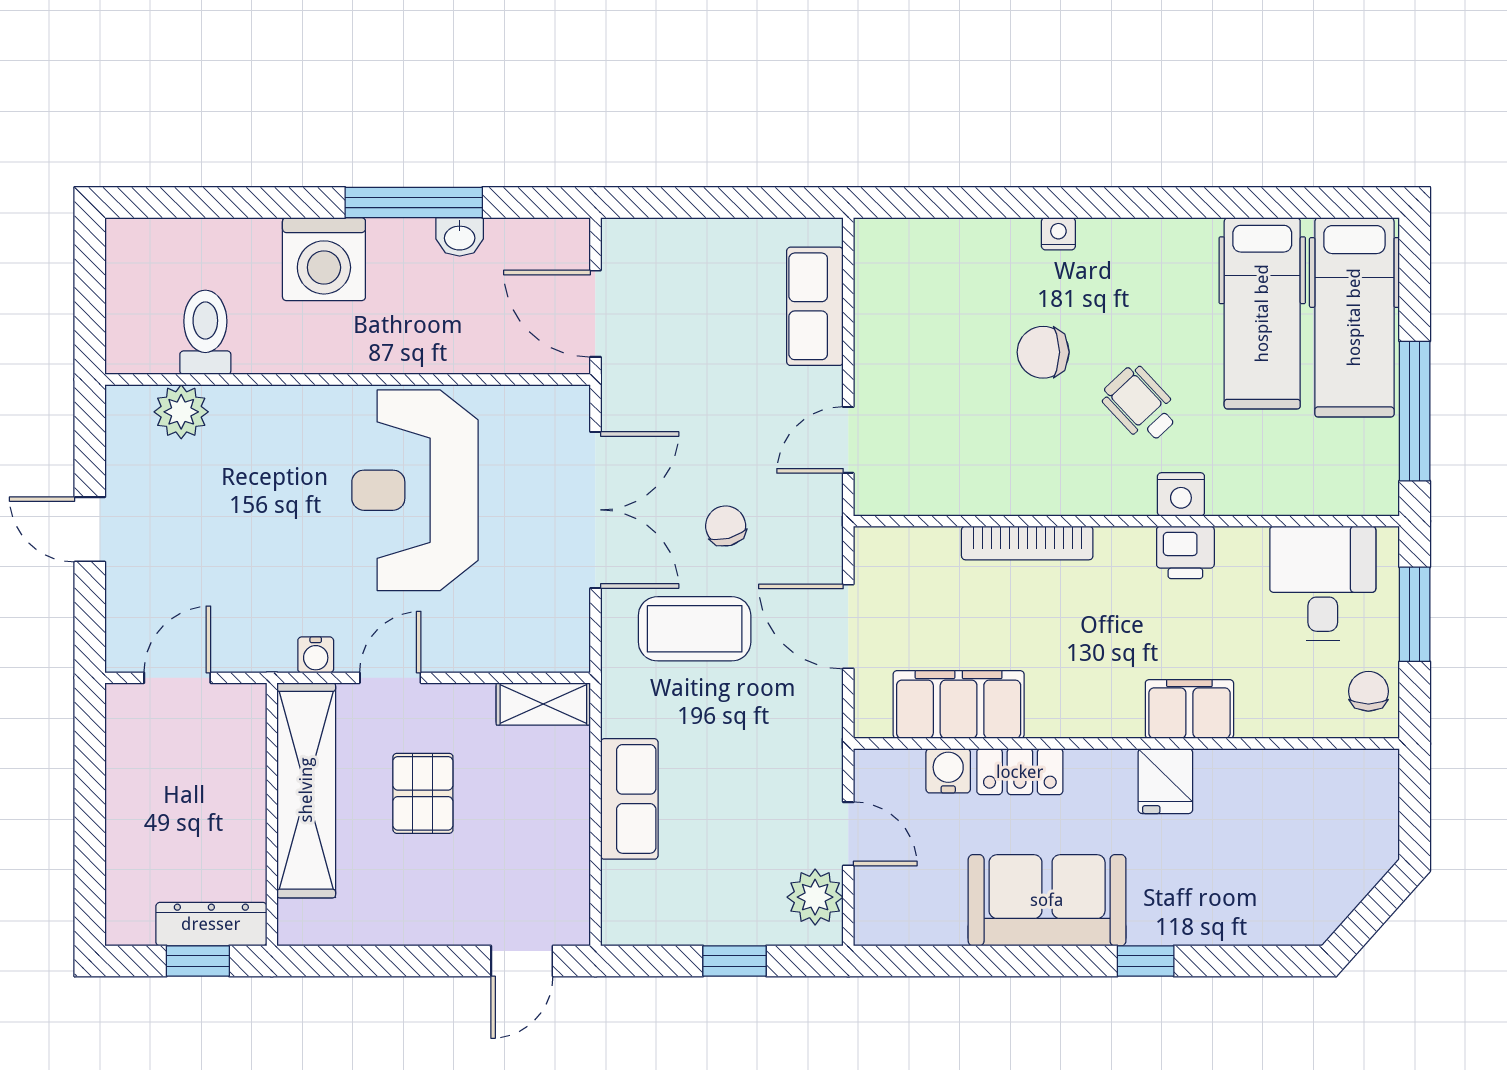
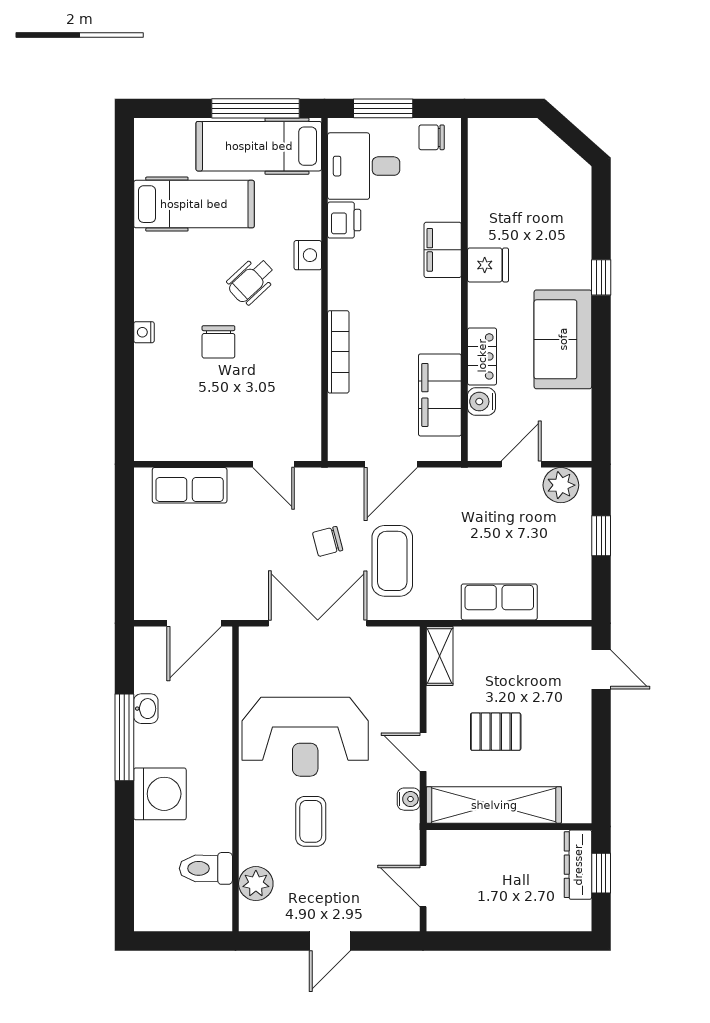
hospital bed: (1354, 317) -> (259, 146), moved, turned 180
coffee table: (280, 499) -> (311, 821), added
printer: (1185, 552) -> (344, 220), moved

